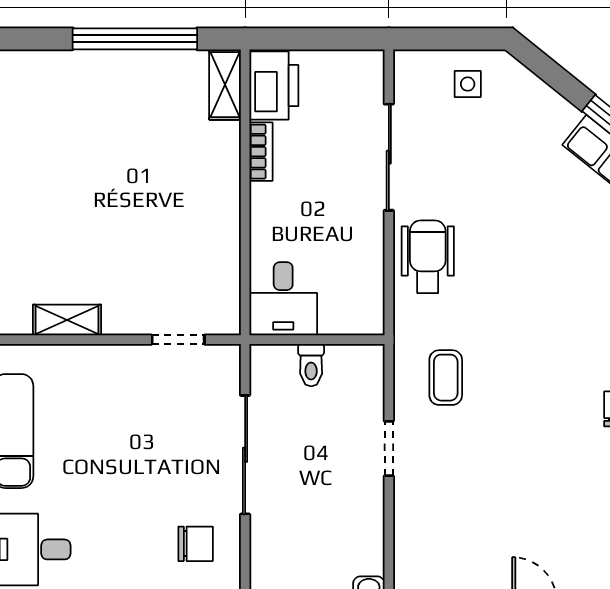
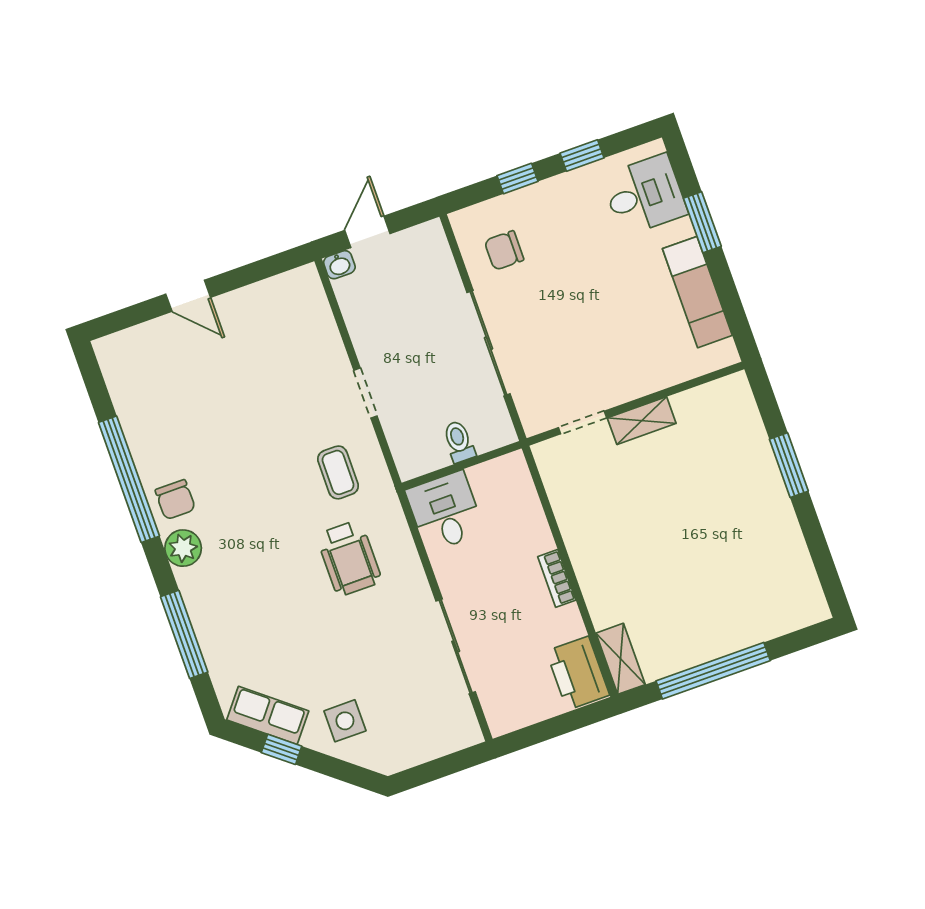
side table: (468, 84) -> (345, 721), moved, width x1.37, depth x1.37
bookcase: (261, 152) -> (557, 578), moved
wheelchair: (428, 257) -> (349, 558), moved
desk: (283, 299) -> (445, 511), moved
shelving: (67, 320) -> (642, 421), moved

